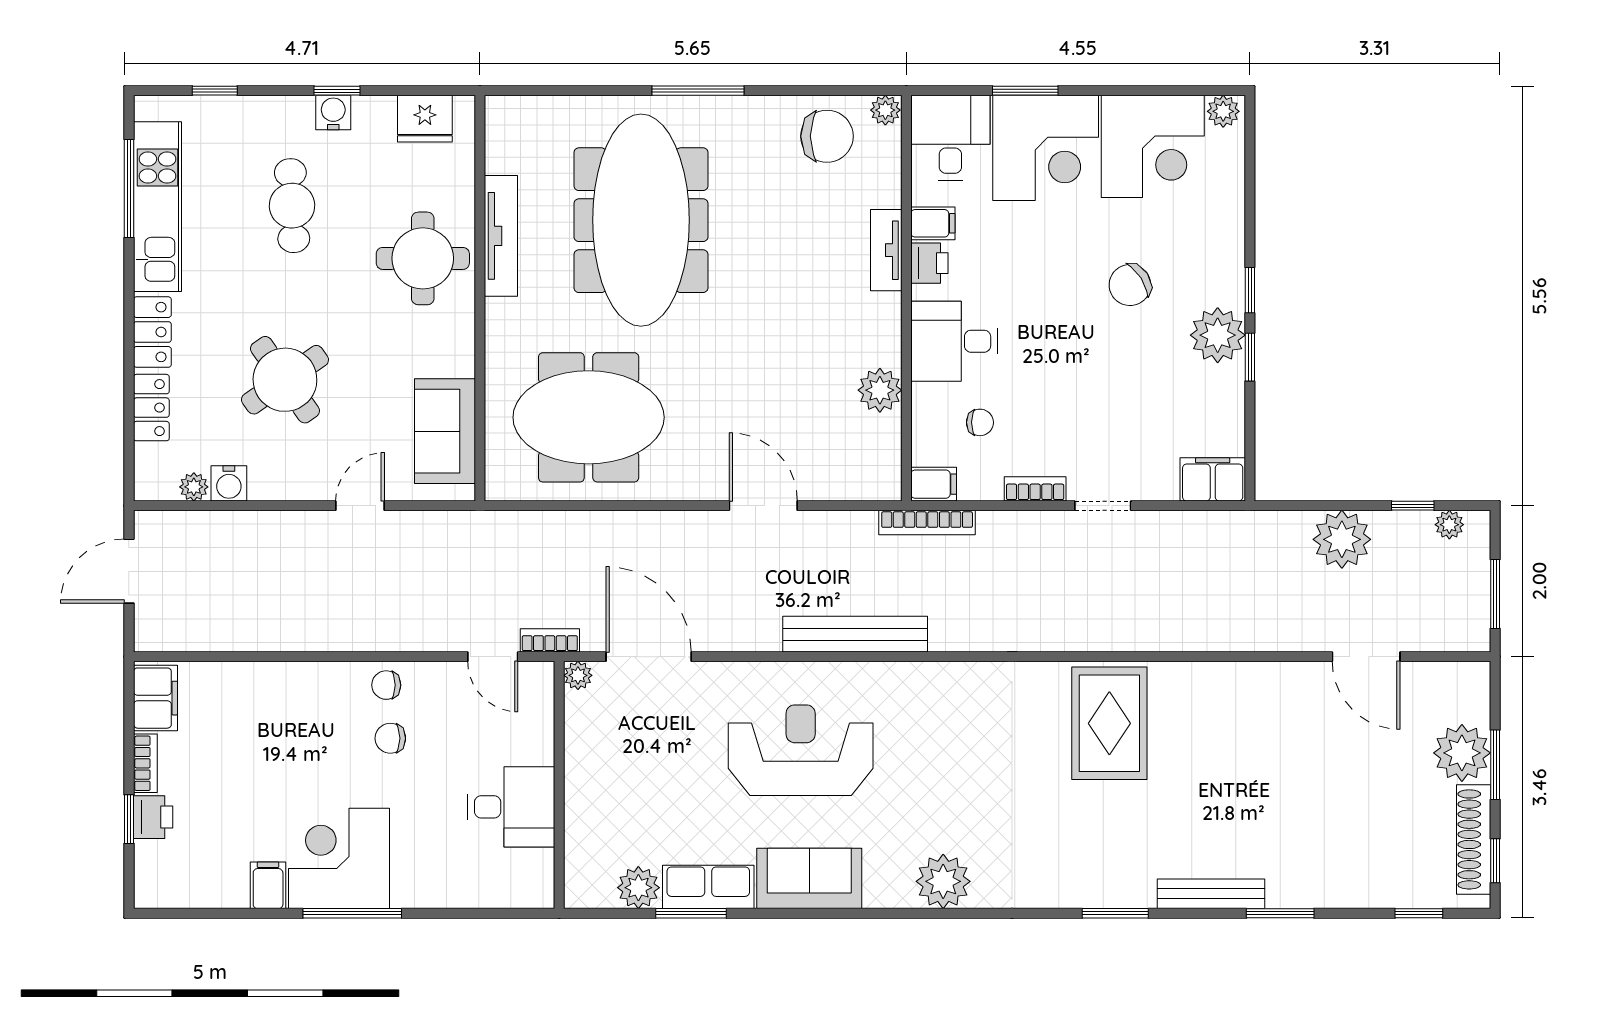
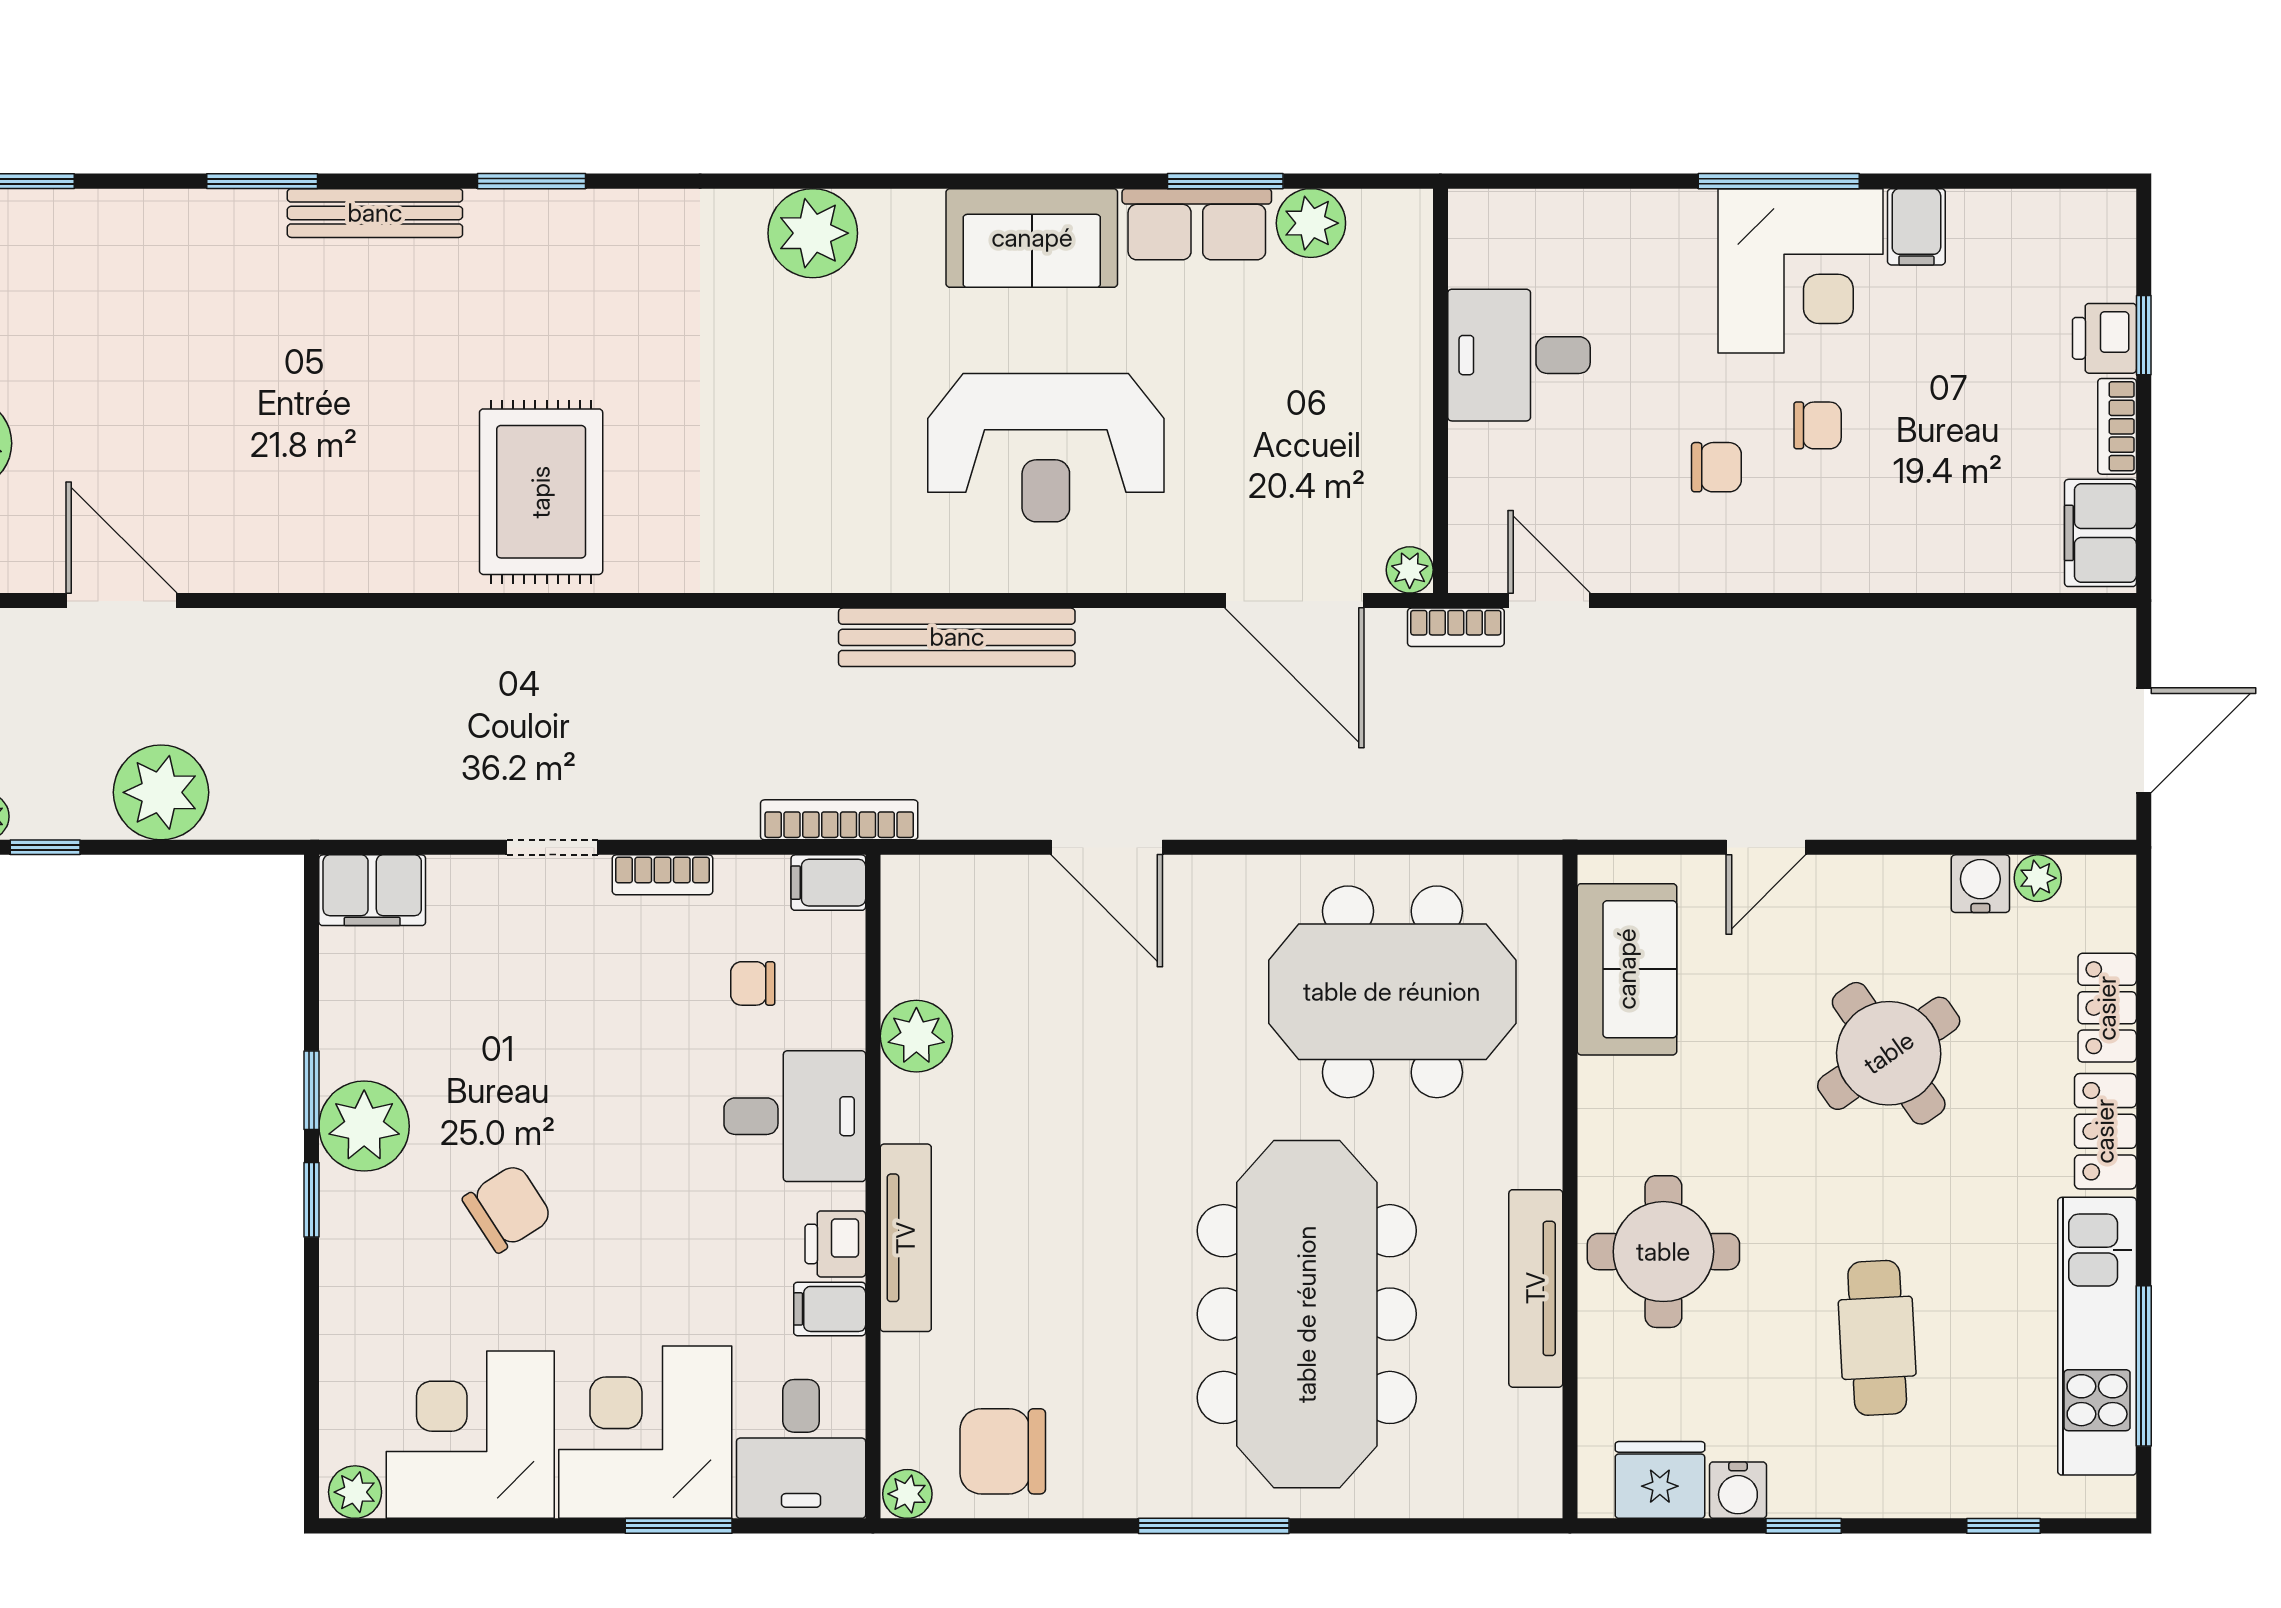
water cooler: (333, 112) -> (1738, 1490), moved
tv unit: (886, 250) -> (906, 1238), width x1.41
chair: (386, 685) -> (1818, 425), moved

